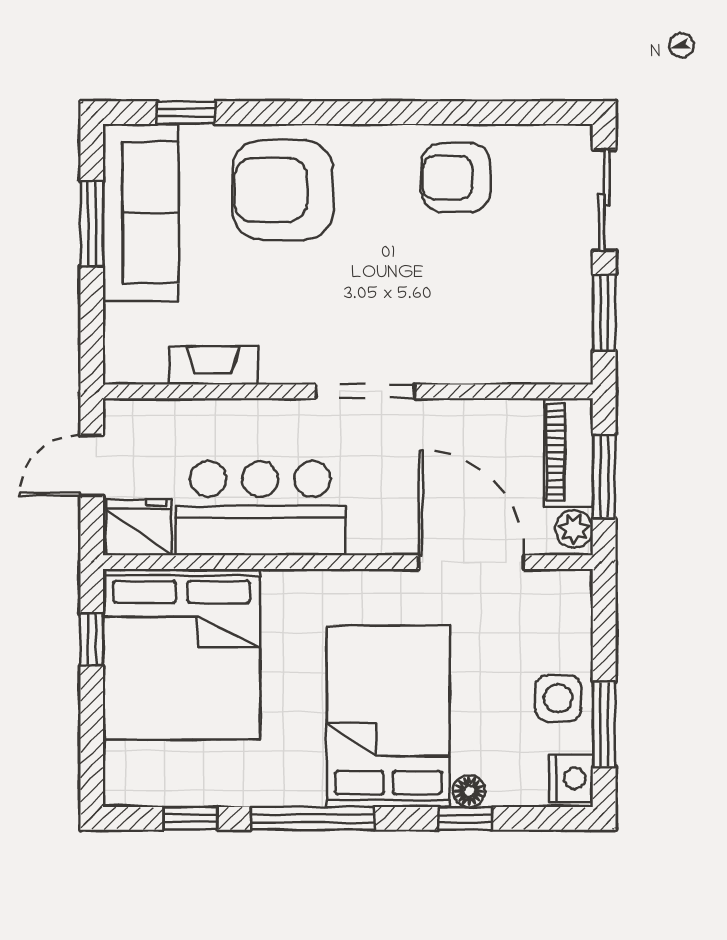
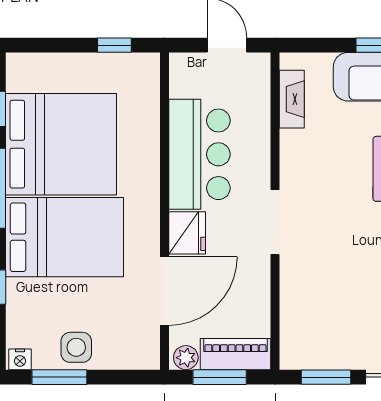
fireplace: (213, 366) -> (292, 99), moved
fridge: (139, 527) -> (187, 233), moved
bed: (182, 654) -> (61, 144), moved, turned 180
nightstand: (571, 778) -> (20, 359), width x0.72, depth x0.74
floor lamp: (469, 791) -> (16, 290), removed

